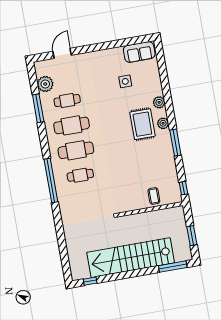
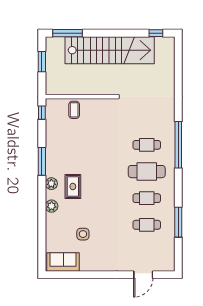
plant: (45, 84) -> (166, 246), removed
rug: (142, 124) -> (73, 187), width x0.73, depth x0.70
cafe table: (72, 125) -> (147, 198), width x0.73, depth x0.74

